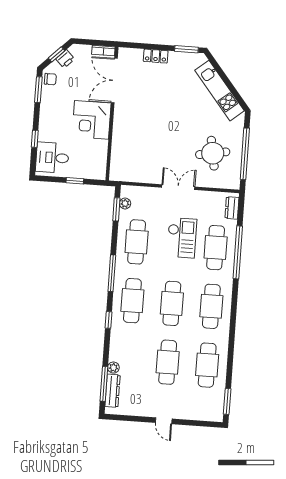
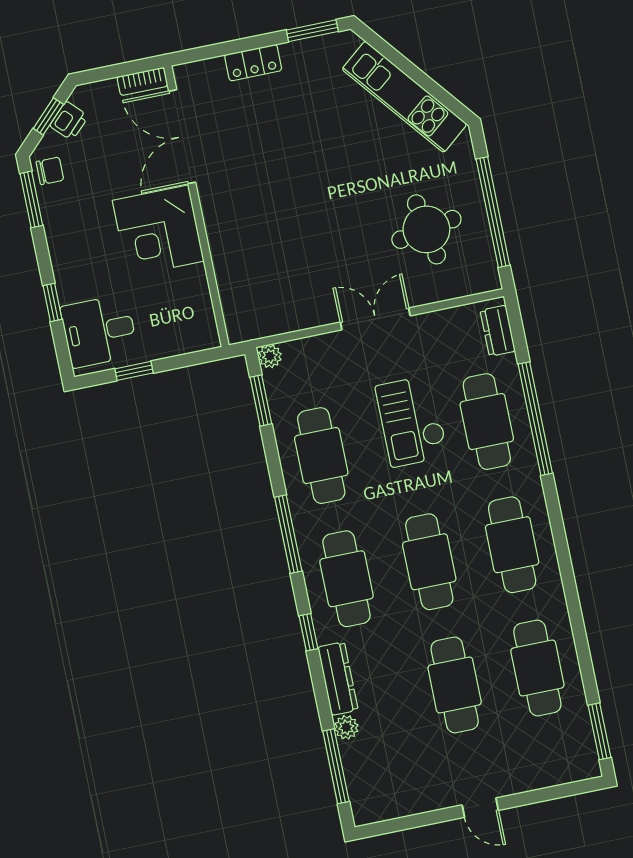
window: (75, 181) -> (134, 371), moved
plant: (125, 203) -> (270, 356), moved
checkout: (182, 238) -> (412, 421), turned 180
dresser: (113, 391) -> (338, 679), moved

